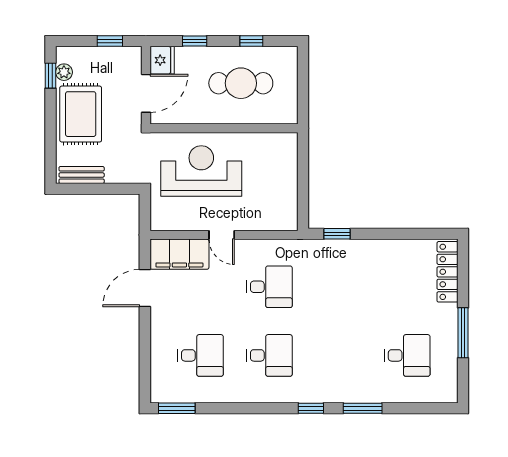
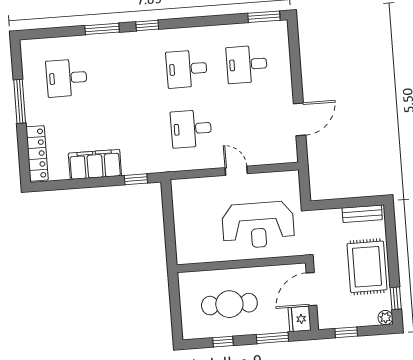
window: (195, 41) -> (272, 338), width x1.50
plant: (64, 72) -> (385, 318), moved
filing cabinet: (179, 254) -> (95, 164), moved

